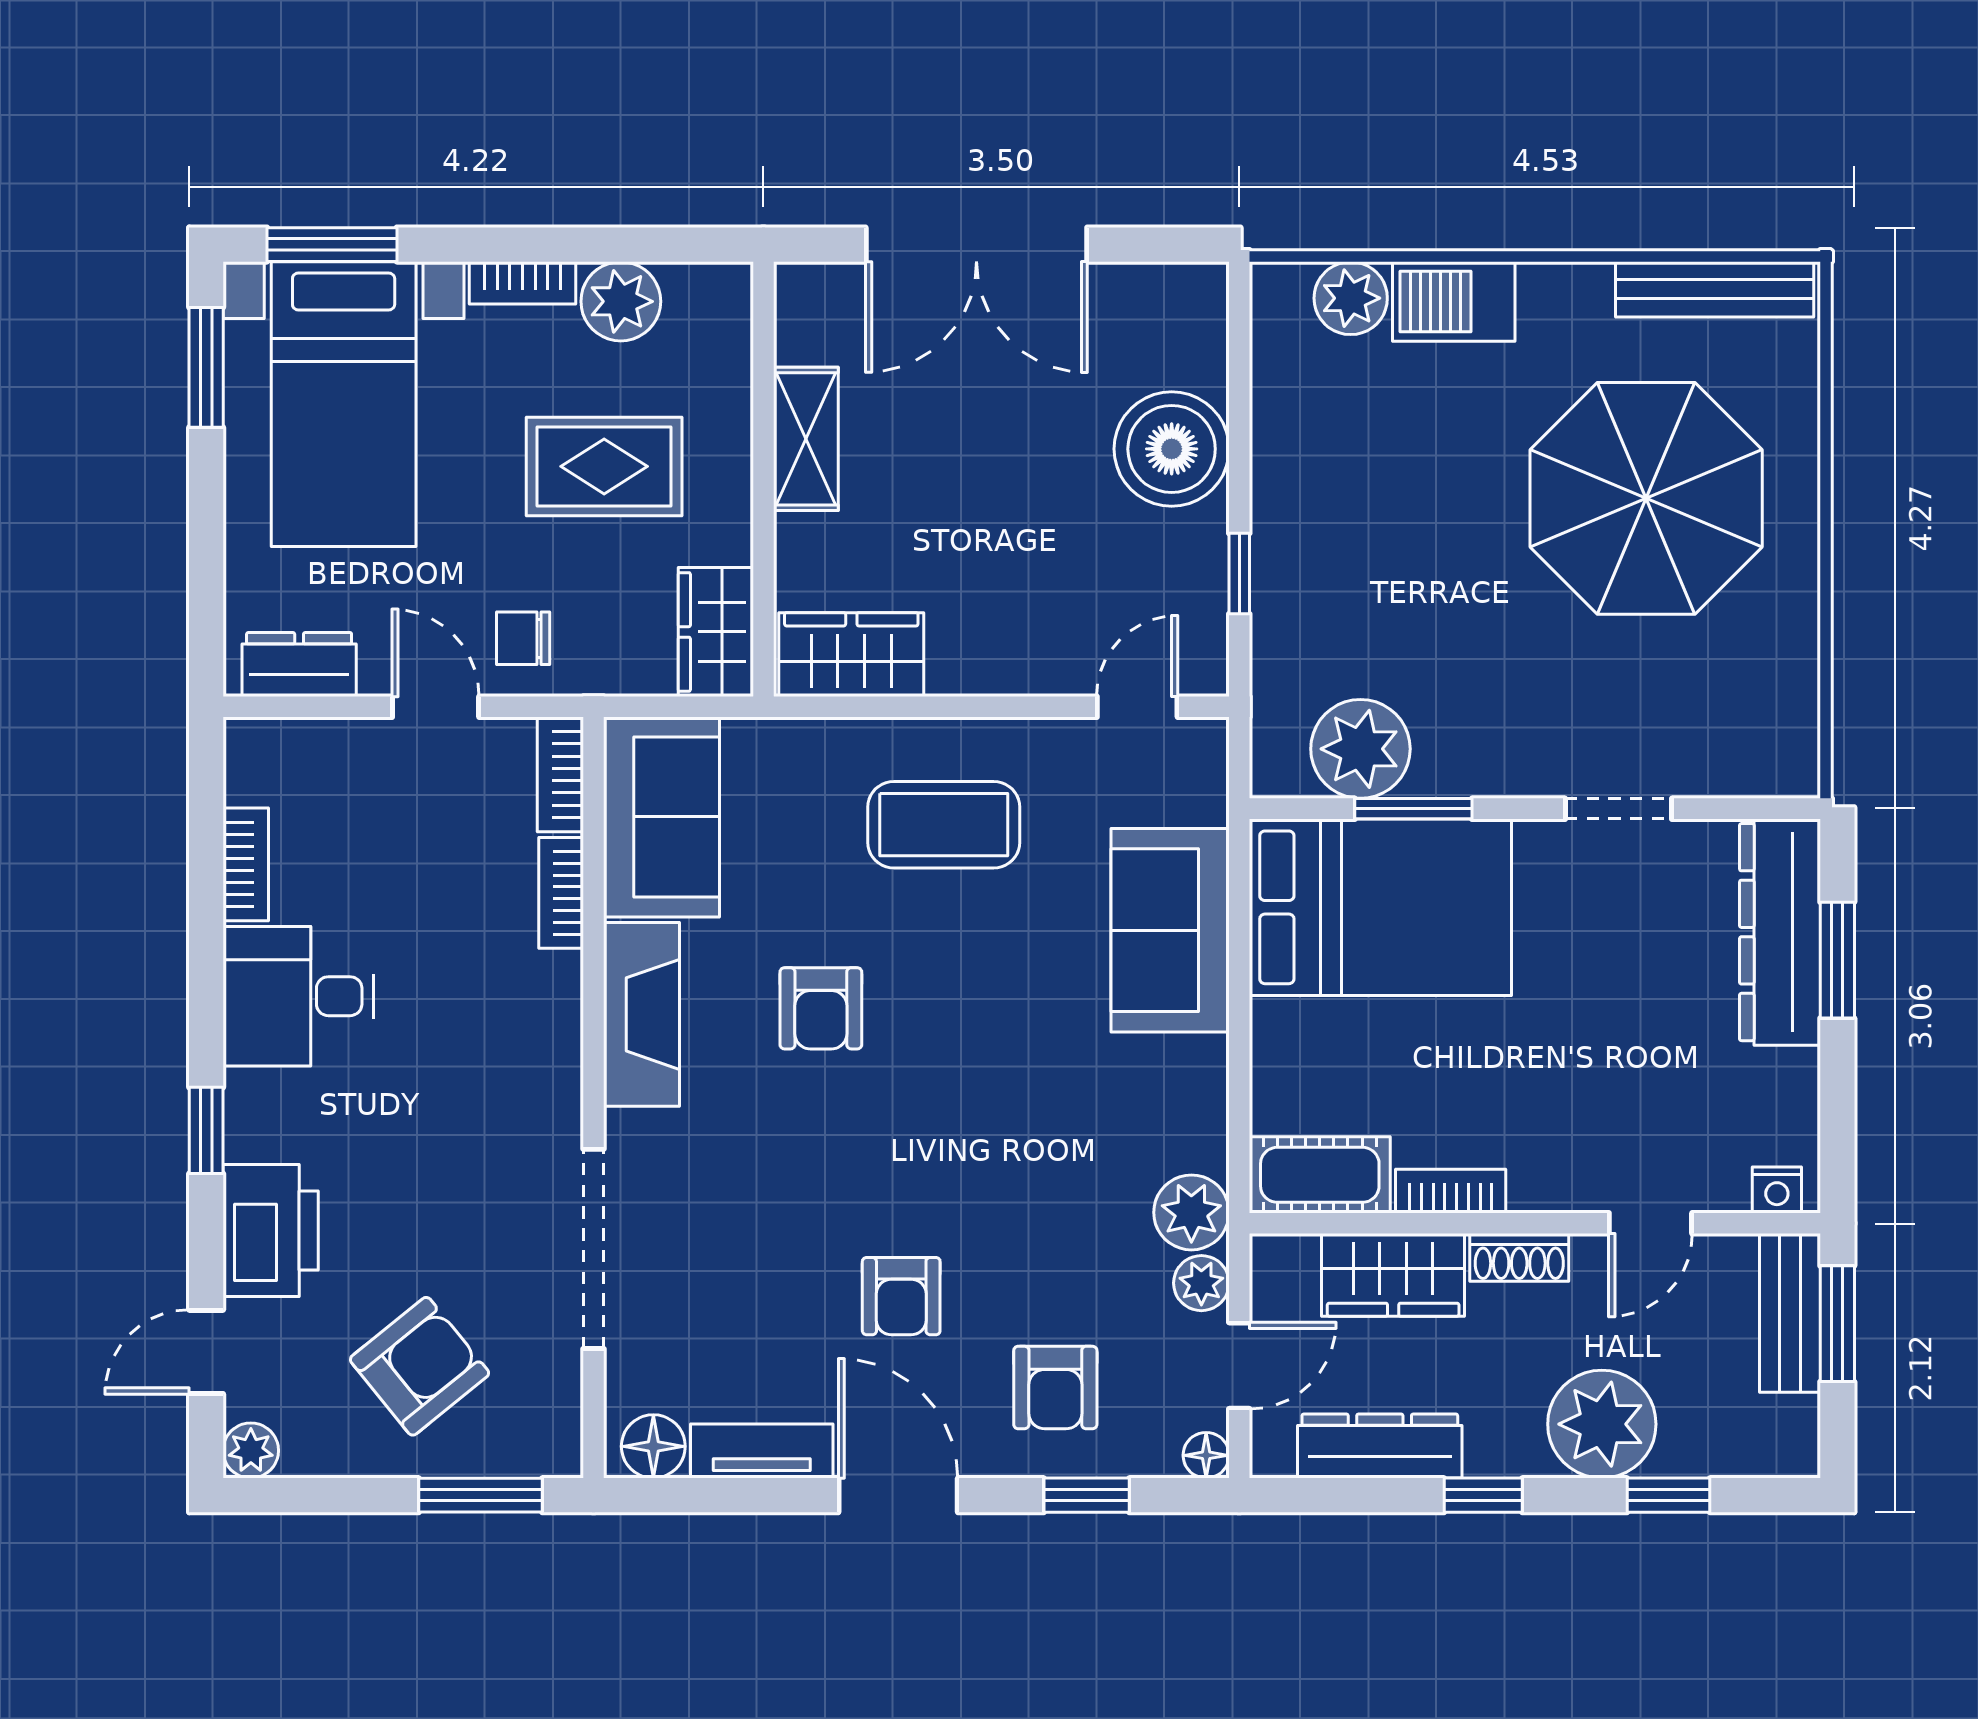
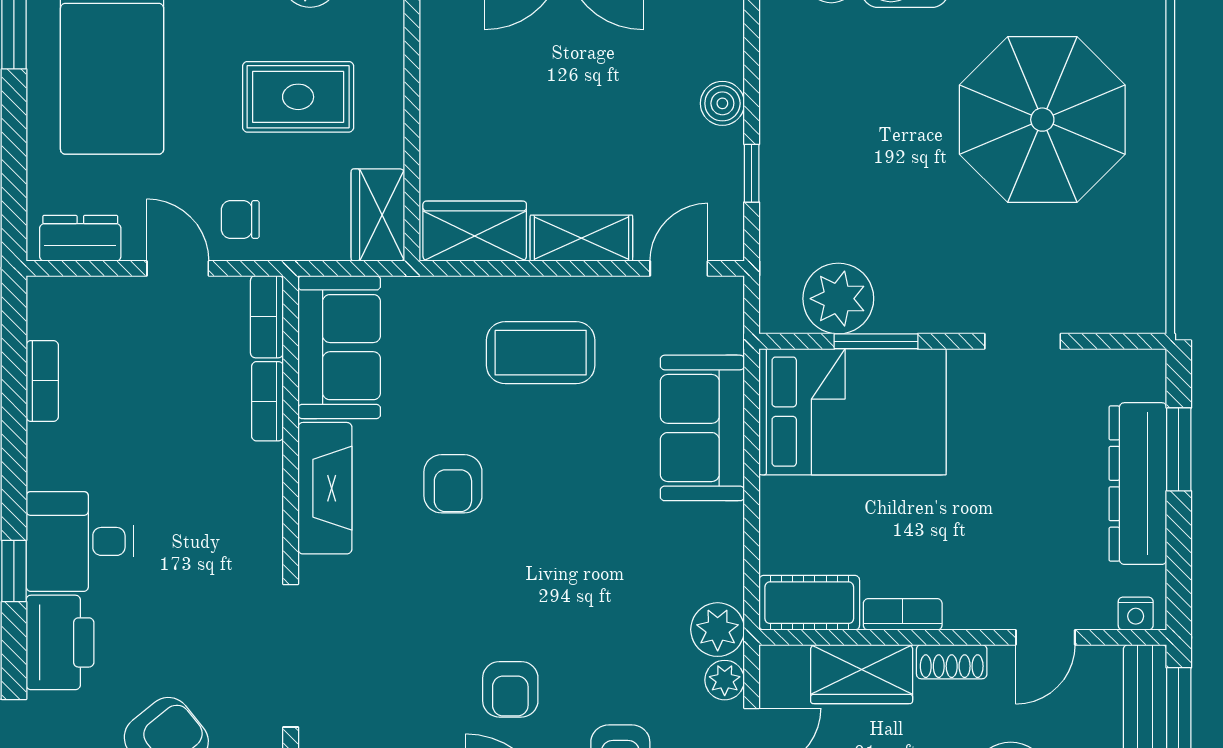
shelving: (806, 439) -> (581, 238), moved, turned 90
boiler: (1172, 449) -> (722, 103), width x0.54, depth x0.54
dresser: (1780, 932) -> (1138, 484), moved
desk: (298, 996) -> (80, 541), moved

